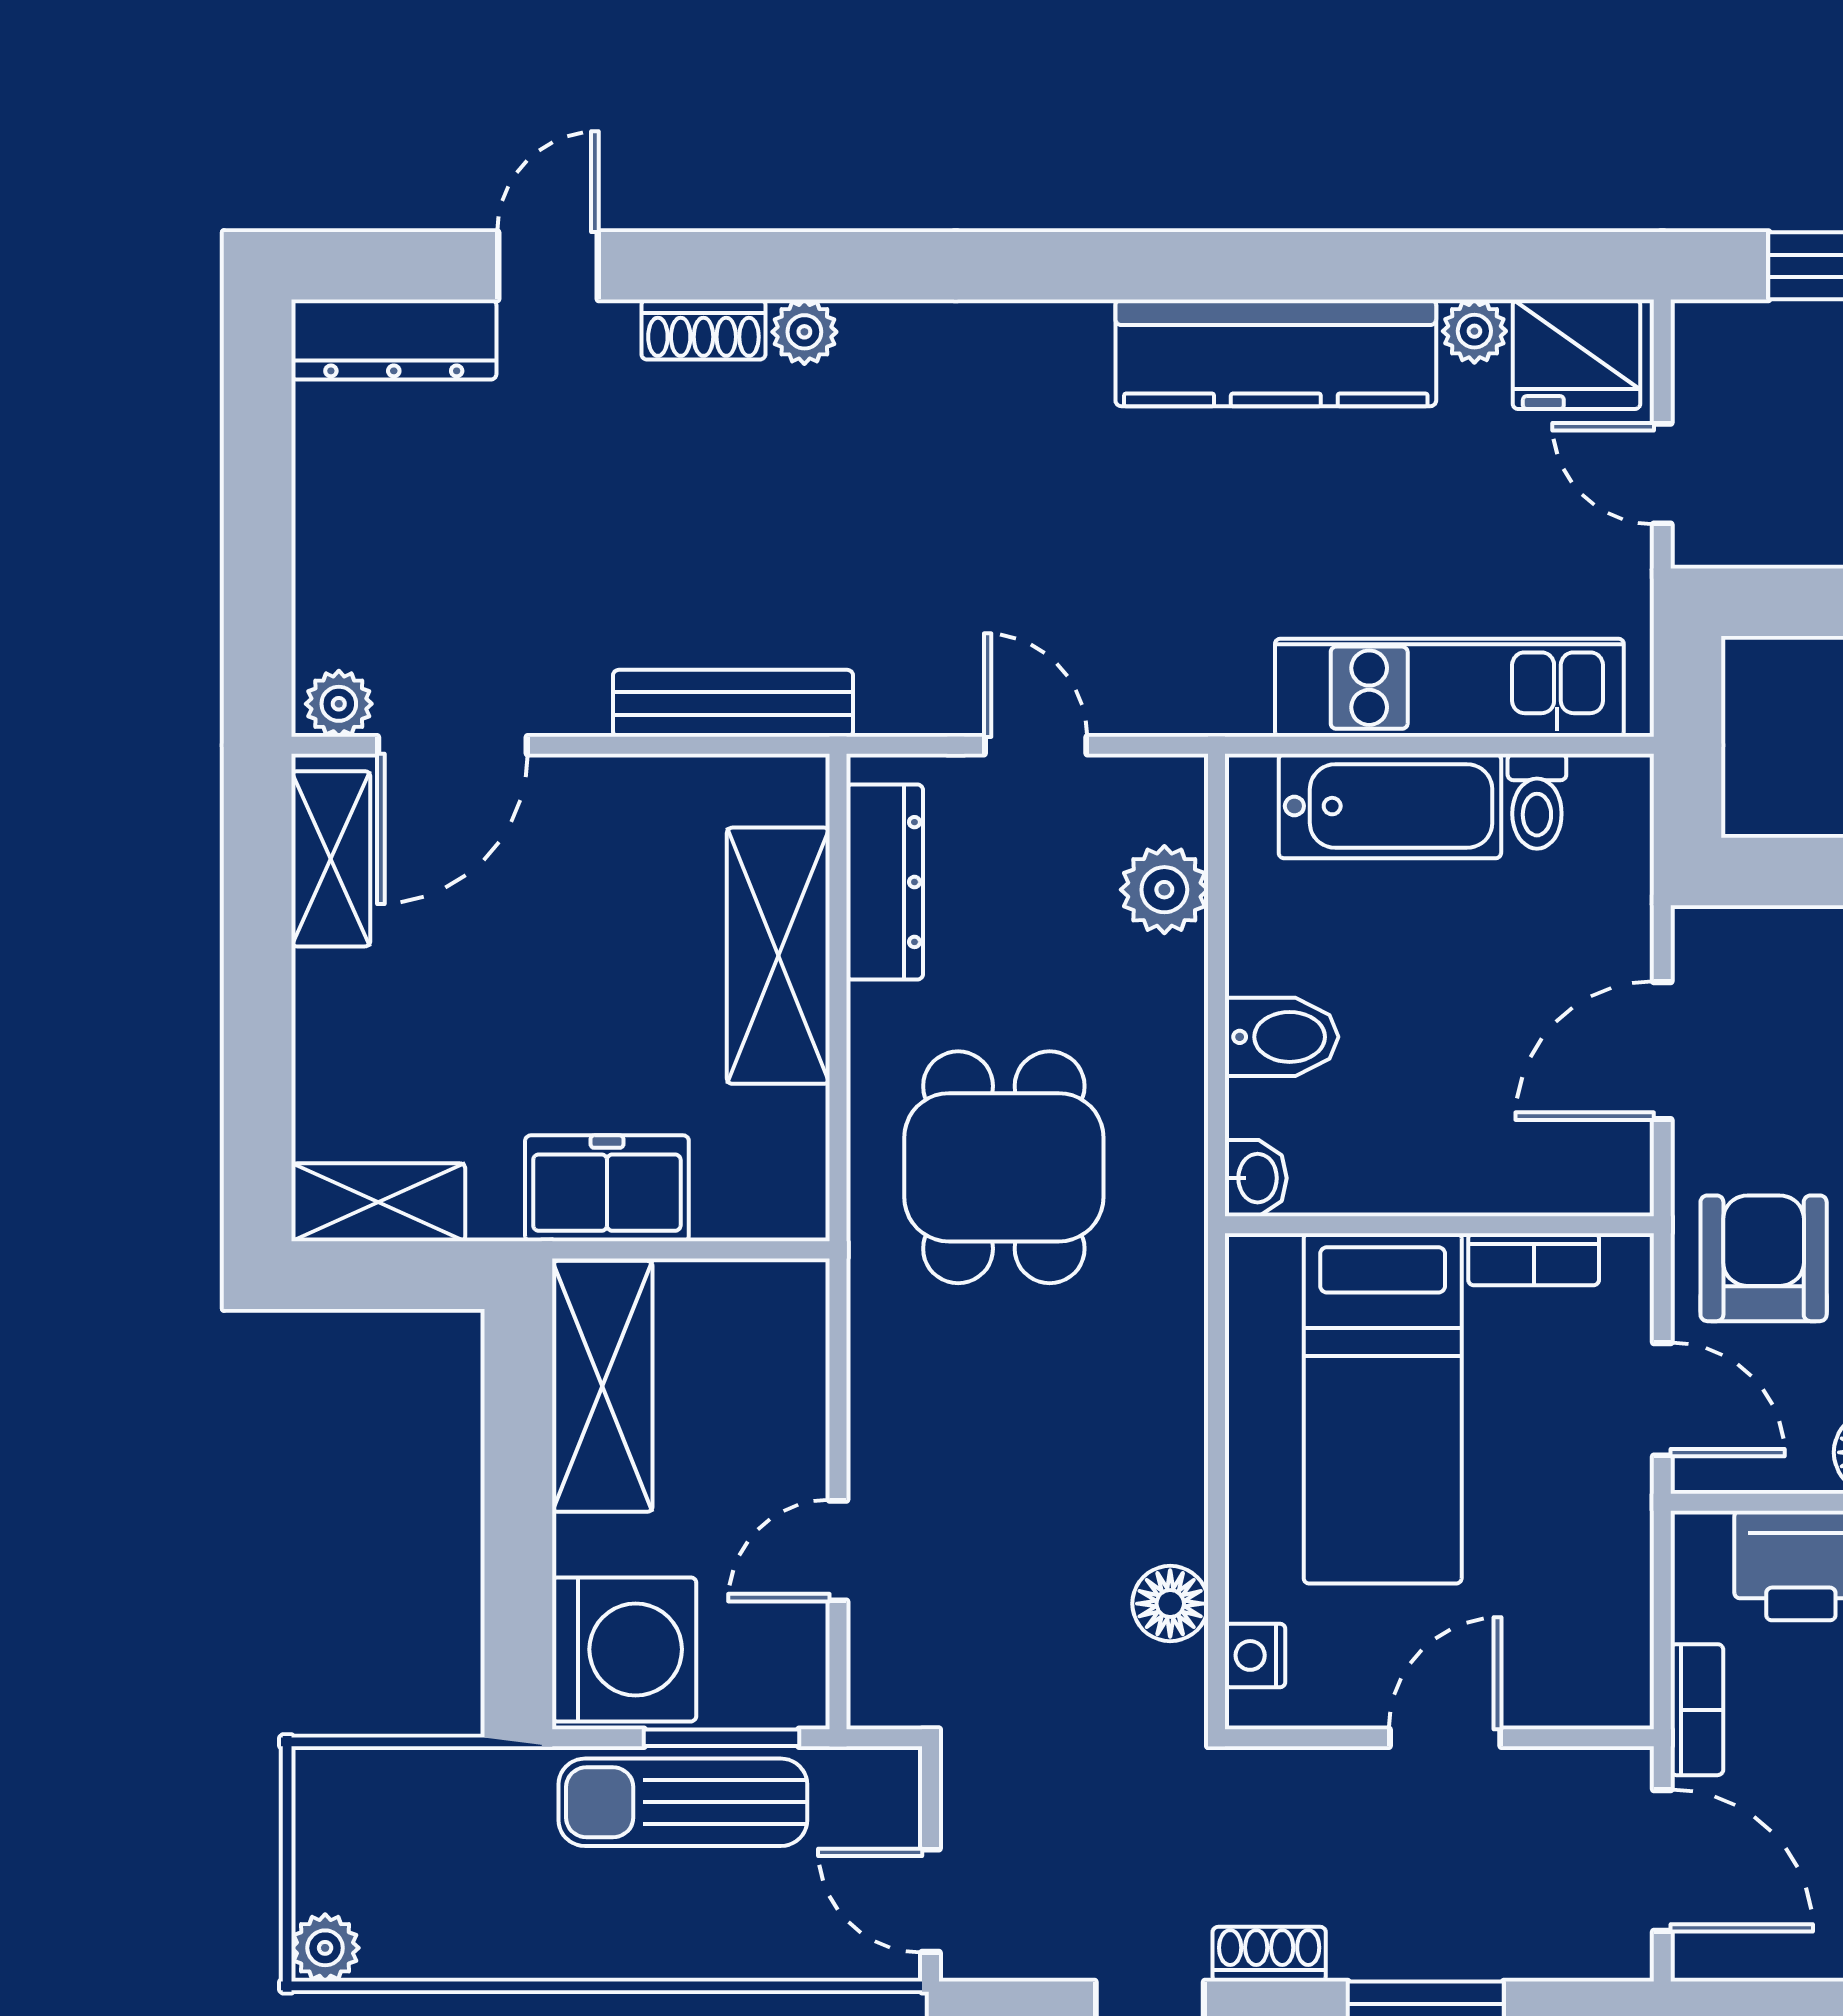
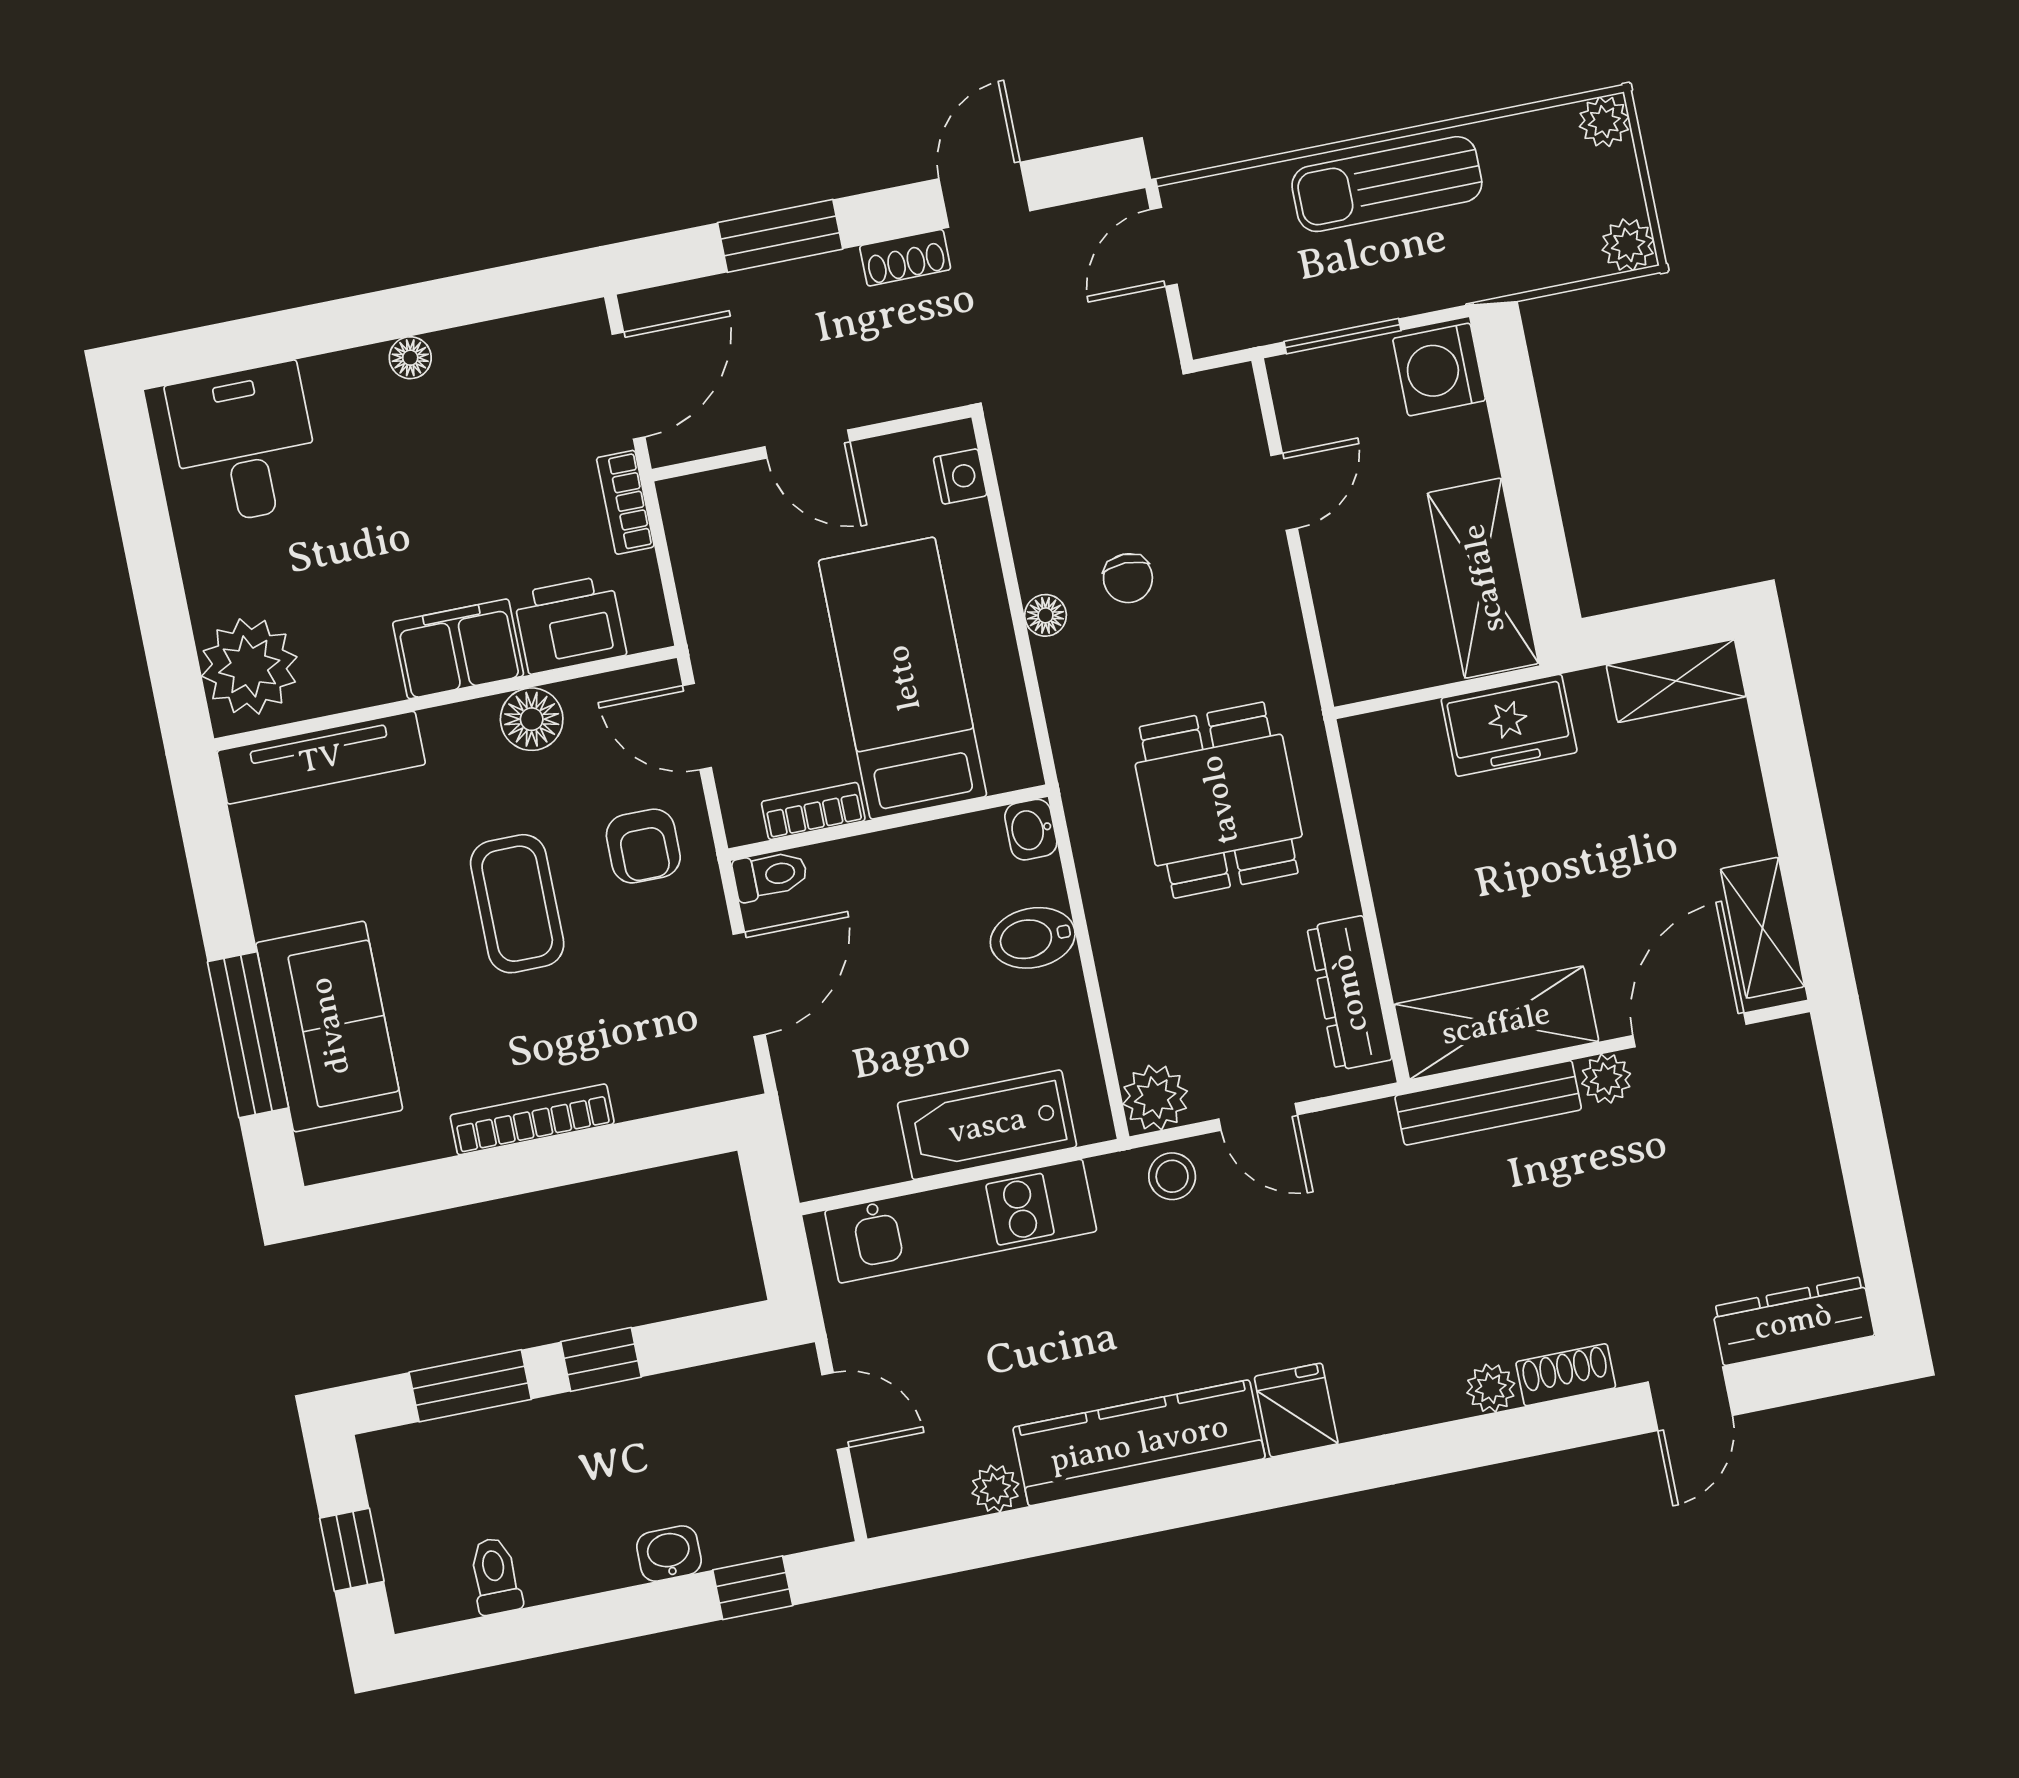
fridge: (1576, 354) -> (1296, 1410), moved, width x0.72
stool: (1163, 691) -> (1172, 1176), added
plant: (339, 704) -> (1606, 1079), moved
toilet: (1537, 801) -> (770, 875), moved, turned 90
plant: (1164, 890) -> (1155, 1098), moved
shelving: (778, 956) -> (1496, 1023), moved, turned 90
armchair: (1764, 1258) -> (643, 846), width x0.72, depth x0.72
chair: (1064, 1479) -> (1128, 578), added
floor lamp: (1170, 1604) -> (1046, 615), moved, width x0.73, depth x0.73
washing machine: (624, 1649) -> (1439, 370), width x0.73, depth x0.73
door: (1445, 1738) -> (807, 444), hinge flipped
plant: (326, 1781) -> (1628, 245), added
sun lounger: (683, 1802) -> (1387, 184), moved, turned 180
door: (1662, 1861) -> (628, 386), swing flipped
door: (930, 1901) -> (1164, 247), swing flipped

